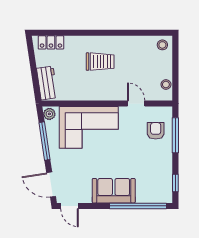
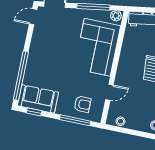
sofa: (114, 191) -> (38, 99), moved, turned -90

